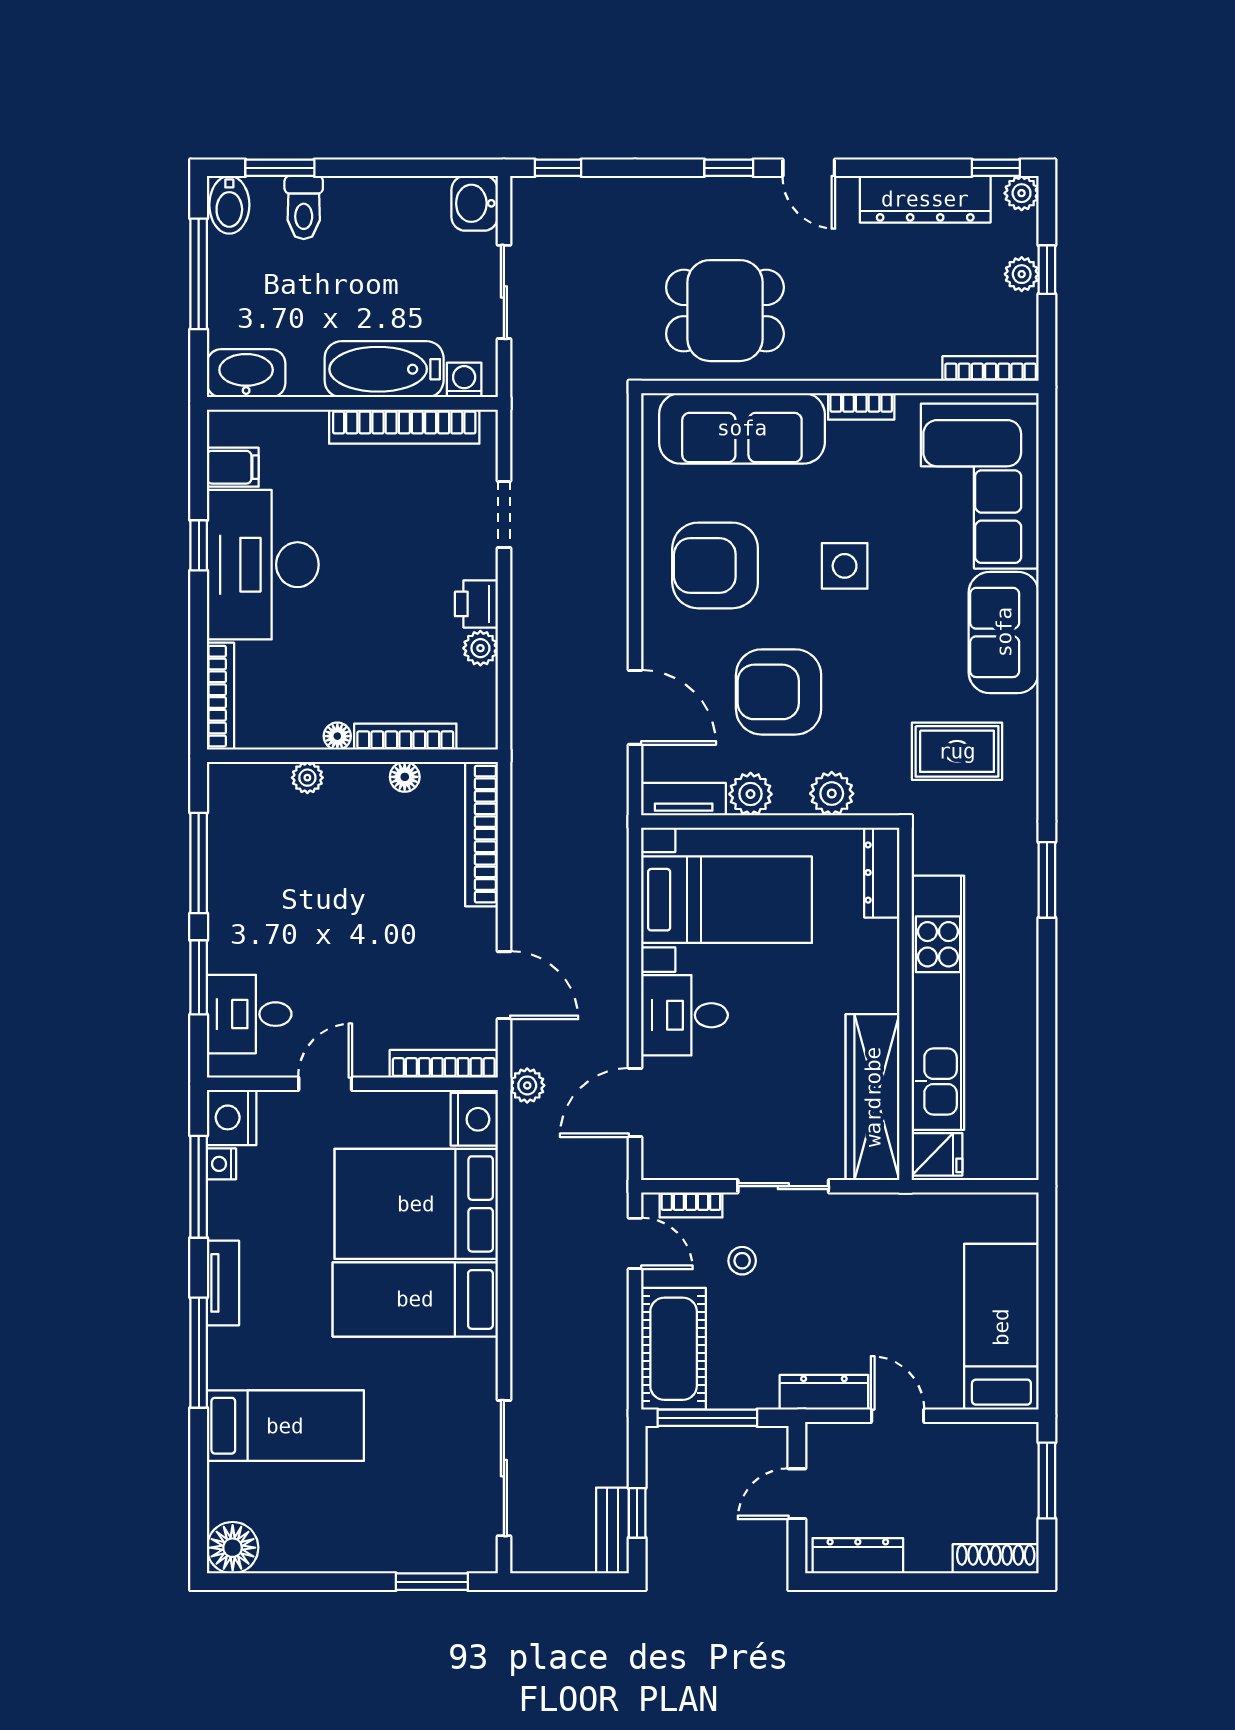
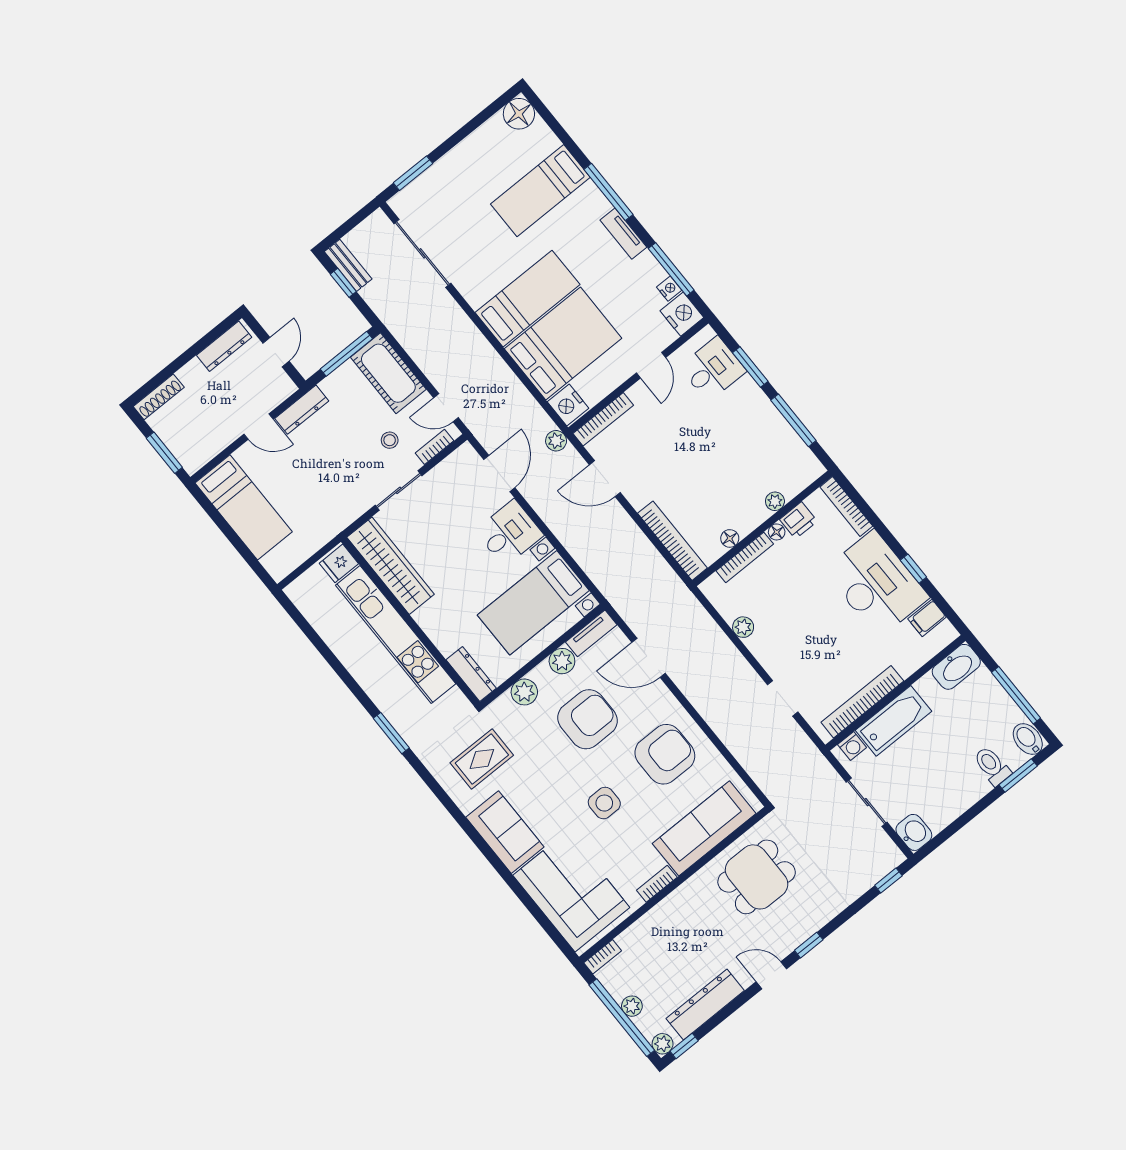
window: (1047, 270) -> (622, 1018), width x3.17
bookcase: (991, 369) -> (603, 957), width x0.64
printer: (476, 604) -> (798, 520), moved, turned 90

